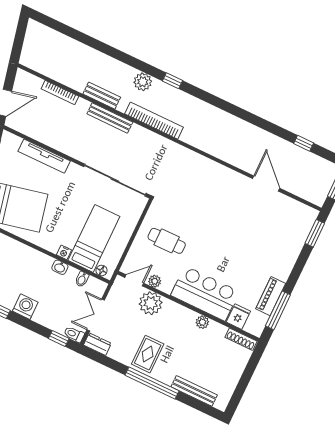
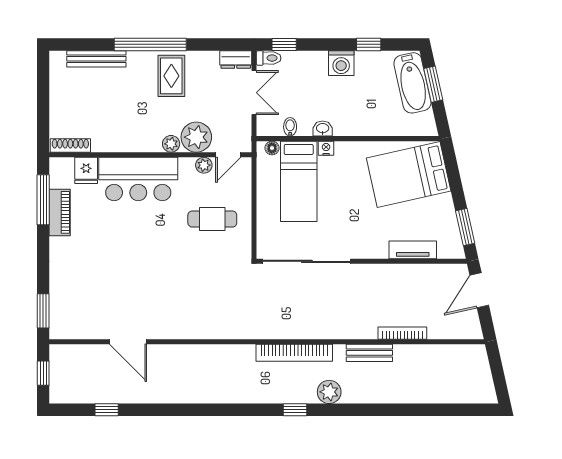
bookcase: (60, 93) -> (402, 333), moved
bench: (110, 118) -> (347, 331), removed
tv unit: (44, 156) -> (413, 250), width x0.71
plant: (202, 322) -> (171, 144), moved

